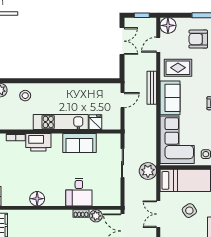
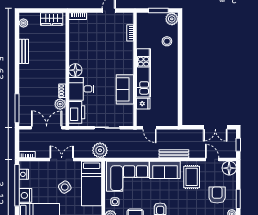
door: (122, 100) -> (150, 128), moved
printer: (38, 142) -> (77, 112), moved, turned 180
floor lamp: (37, 199) -> (75, 70), moved

